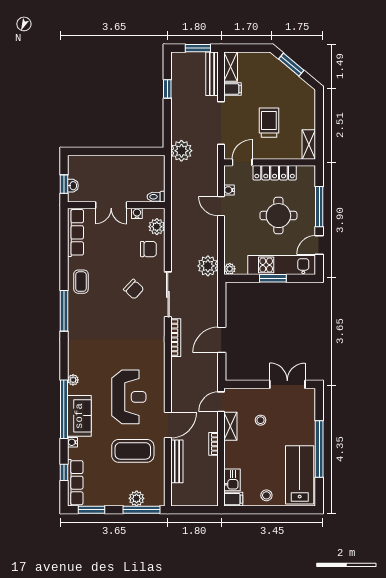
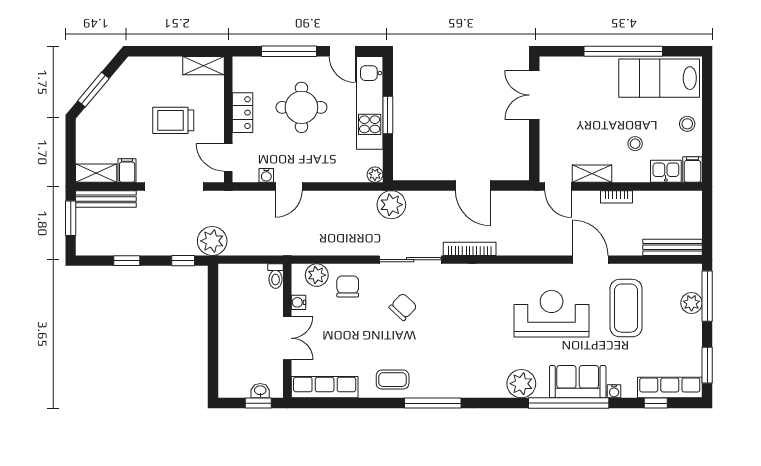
window: (167, 130) -> (183, 261), added
locker: (275, 173) -> (242, 113), width x0.66
plant: (208, 266) -> (391, 205), moved
plant: (73, 380) -> (521, 384), width x1.88, depth x1.88
stool: (261, 420) -> (635, 144), moved
bench: (177, 461) -> (672, 247), moved

